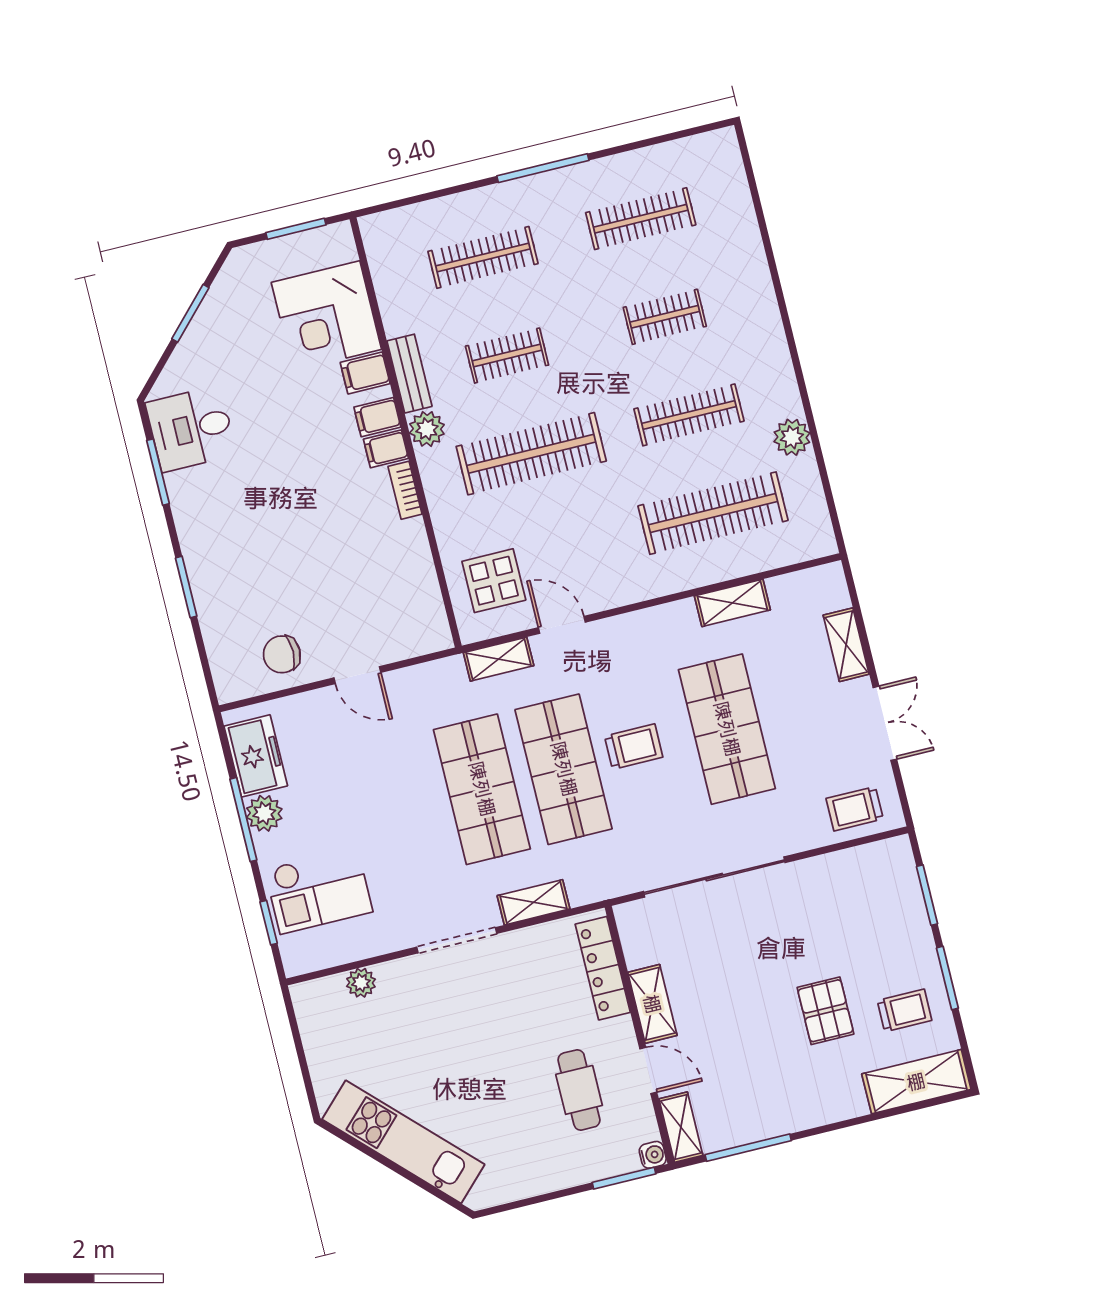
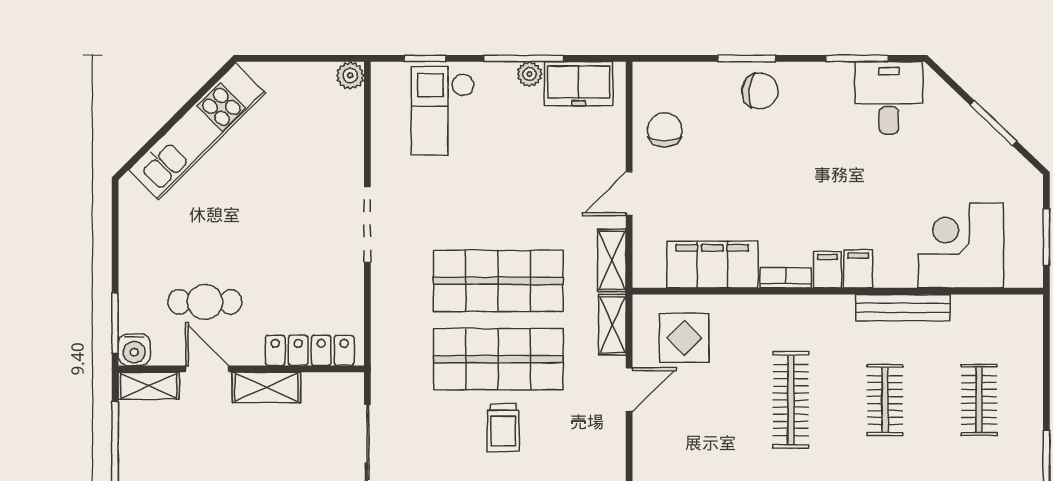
clothes rail: (483, 257) -> (979, 400), width x0.73
filing cabinet: (365, 373) -> (712, 264), moved, width x3.00, depth x1.17
bench: (409, 374) -> (903, 308), width x1.36
plant: (427, 429) -> (836, 311), removed
clothes rail: (531, 454) -> (791, 400), width x0.73, depth x0.76
chair: (217, 565) -> (760, 91), added
plant: (264, 813) -> (530, 74), width x0.73, depth x0.73
shelving: (533, 902) -> (612, 260), moved
plant: (361, 983) -> (350, 75), moved
door: (648, 1071) -> (207, 369), swing flipped
water cooler: (653, 1155) -> (134, 350), width x1.38, depth x1.38

